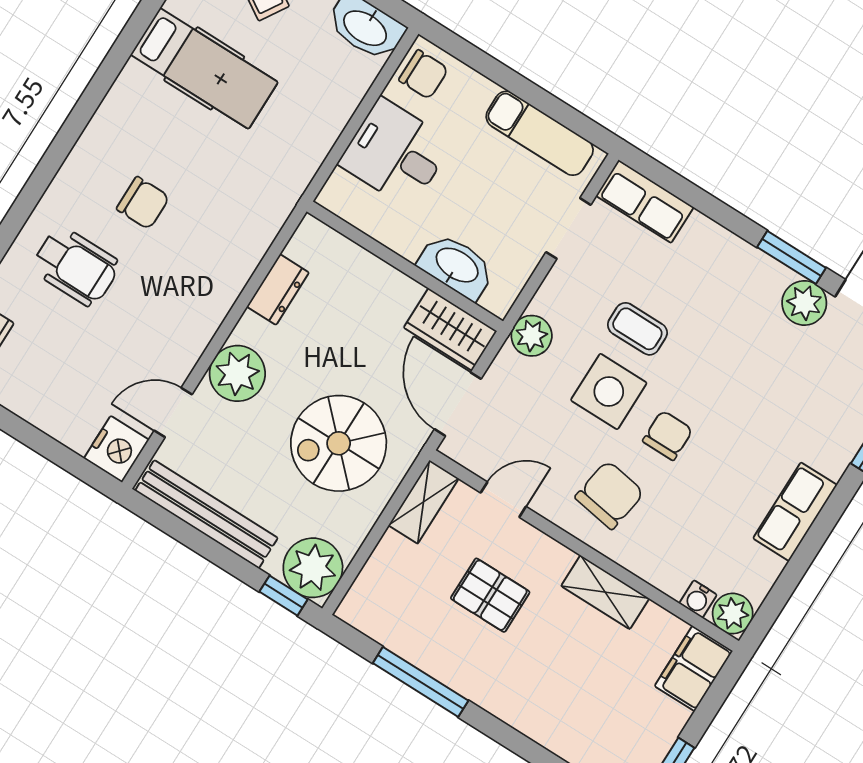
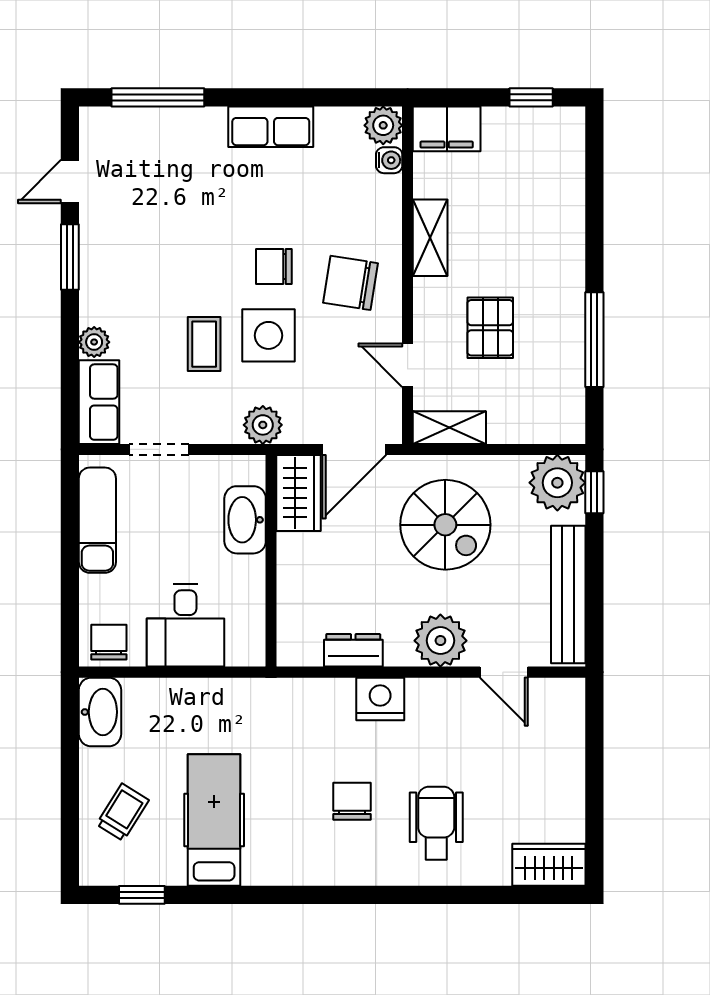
plant: (804, 303) -> (94, 342), moved, width x0.73, depth x0.73
nightstand: (116, 449) -> (380, 699), moved

